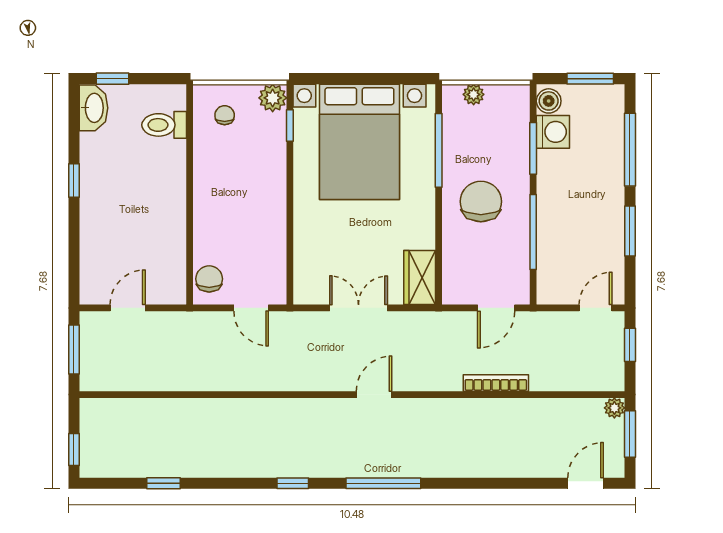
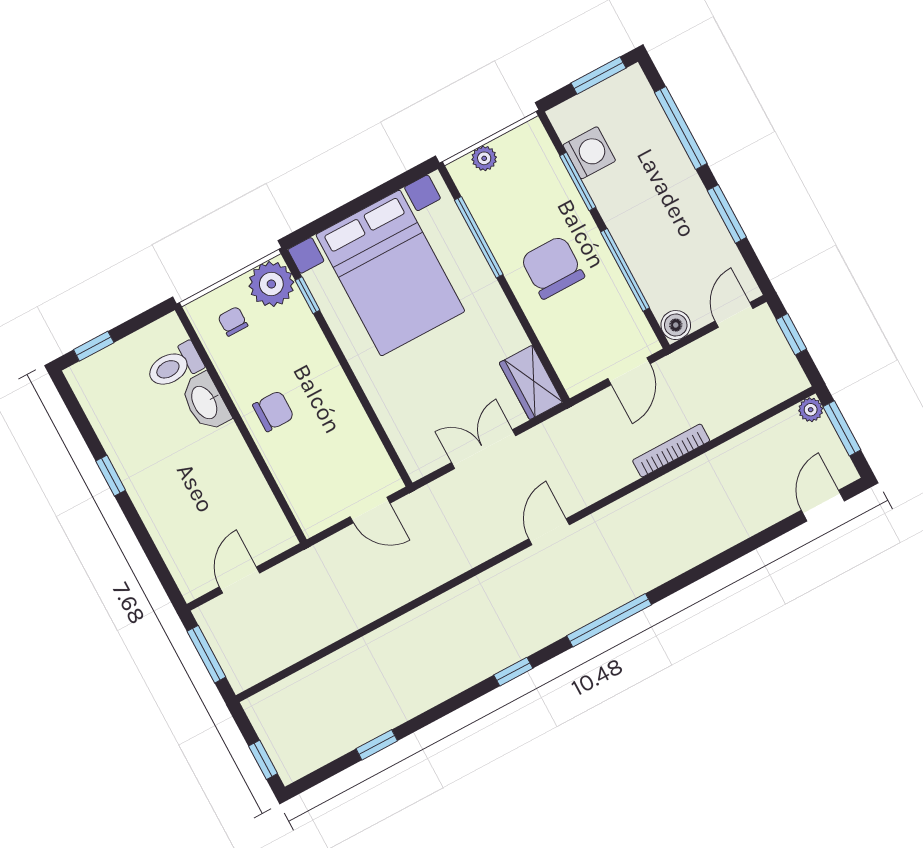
plant: (273, 98) -> (271, 284), width x1.36, depth x1.36
boiler: (549, 101) -> (676, 325), moved
washbasin: (93, 108) -> (205, 402), moved, turned 180
chair: (209, 279) -> (273, 411), moved, turned 90

